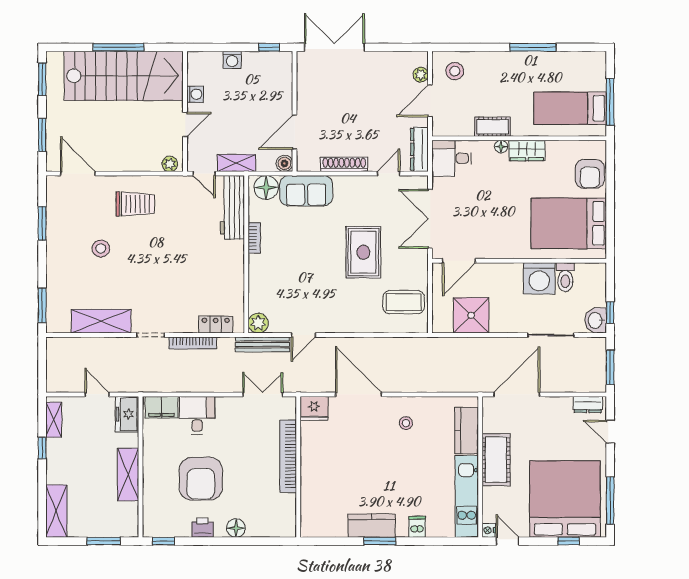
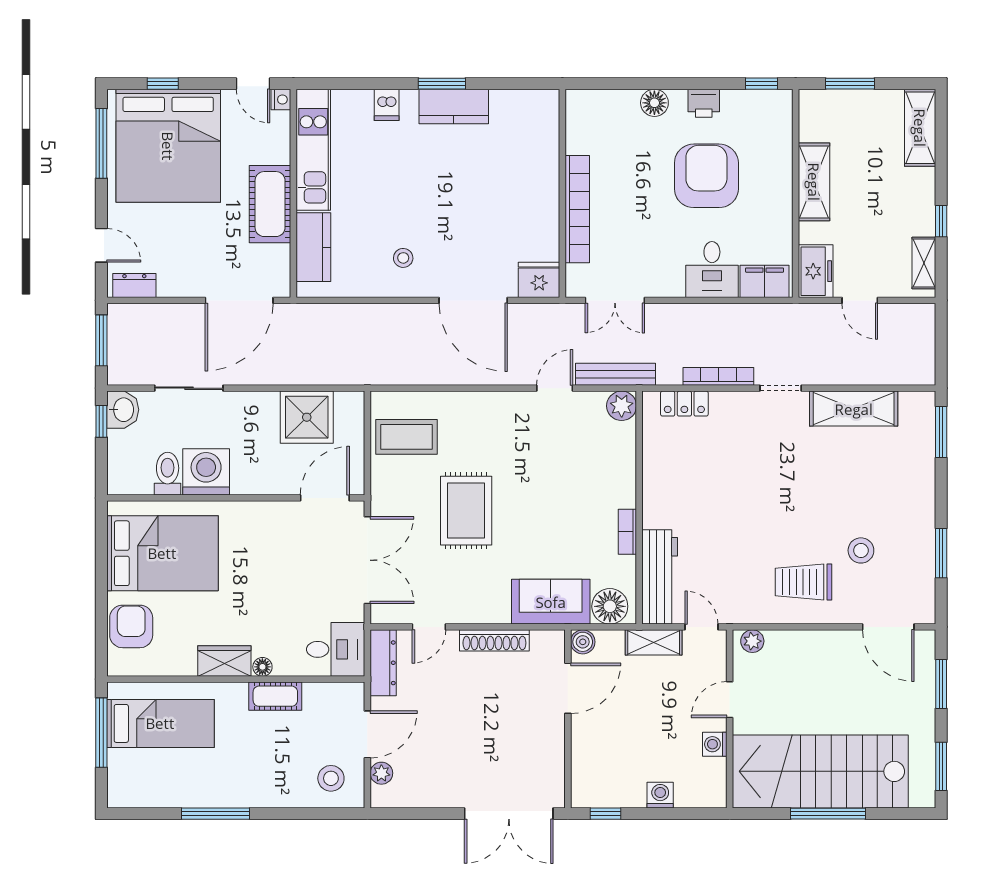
stool: (101, 249) -> (861, 550), moved

